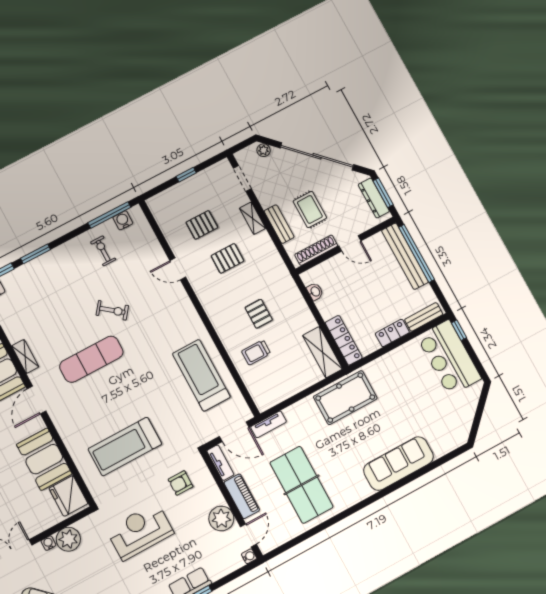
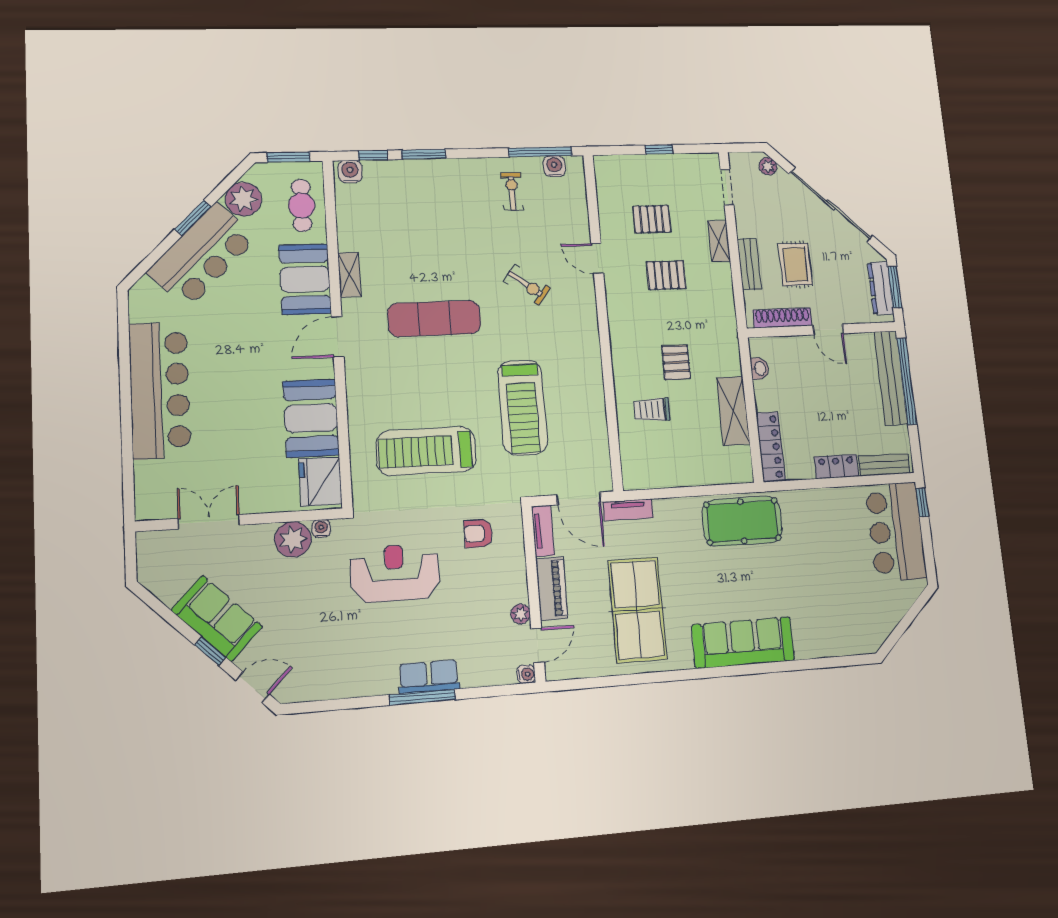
exercise bike: (112, 310) -> (527, 285), moved
shelving: (323, 352) -> (733, 411), moved
treadmill: (201, 375) -> (523, 407), moved, turned 180
sofa: (399, 463) -> (743, 643), moved
plant: (221, 518) -> (521, 614), width x0.53, depth x0.53
water cooler: (48, 543) -> (321, 528), moved

